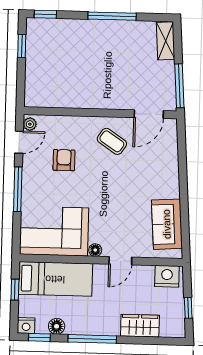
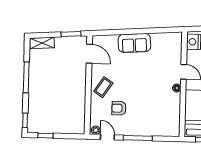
window: (179, 86) -> (71, 34), width x0.69
coffee table: (112, 141) -> (103, 87), moved
sofa: (167, 224) -> (134, 43), moved
corner sofa: (54, 231) -> (165, 115), removed

